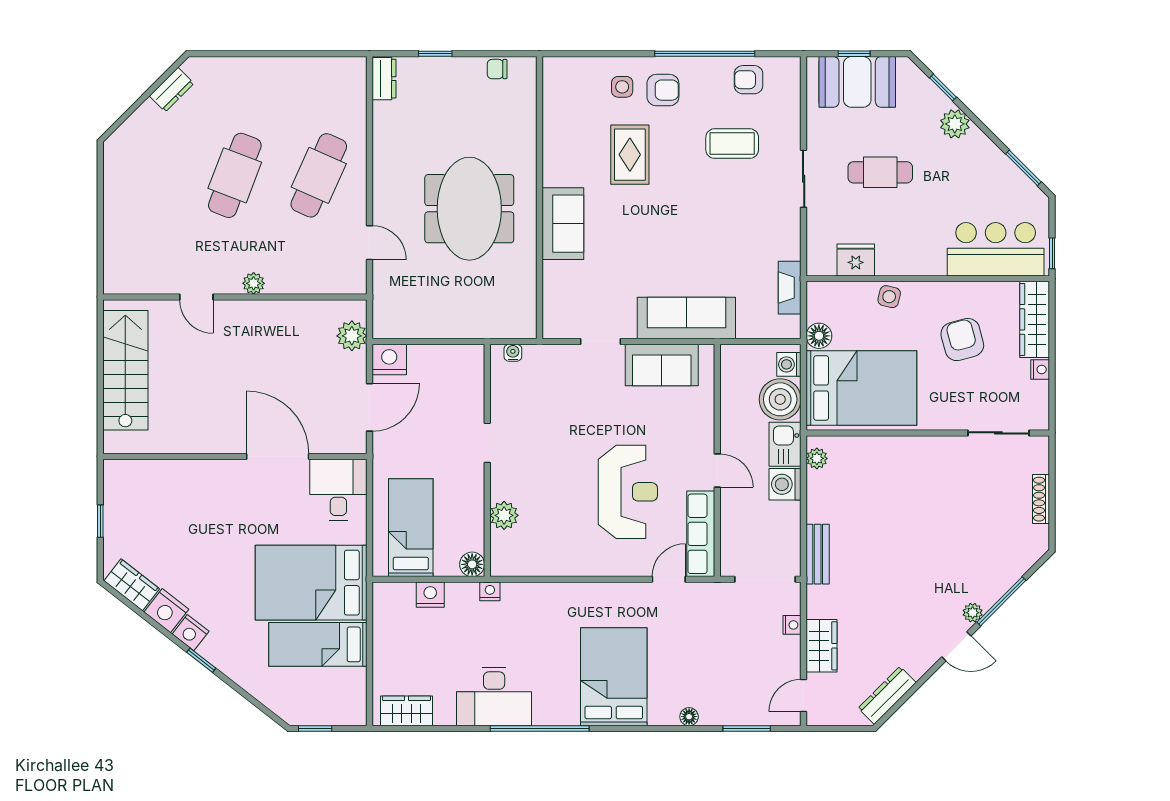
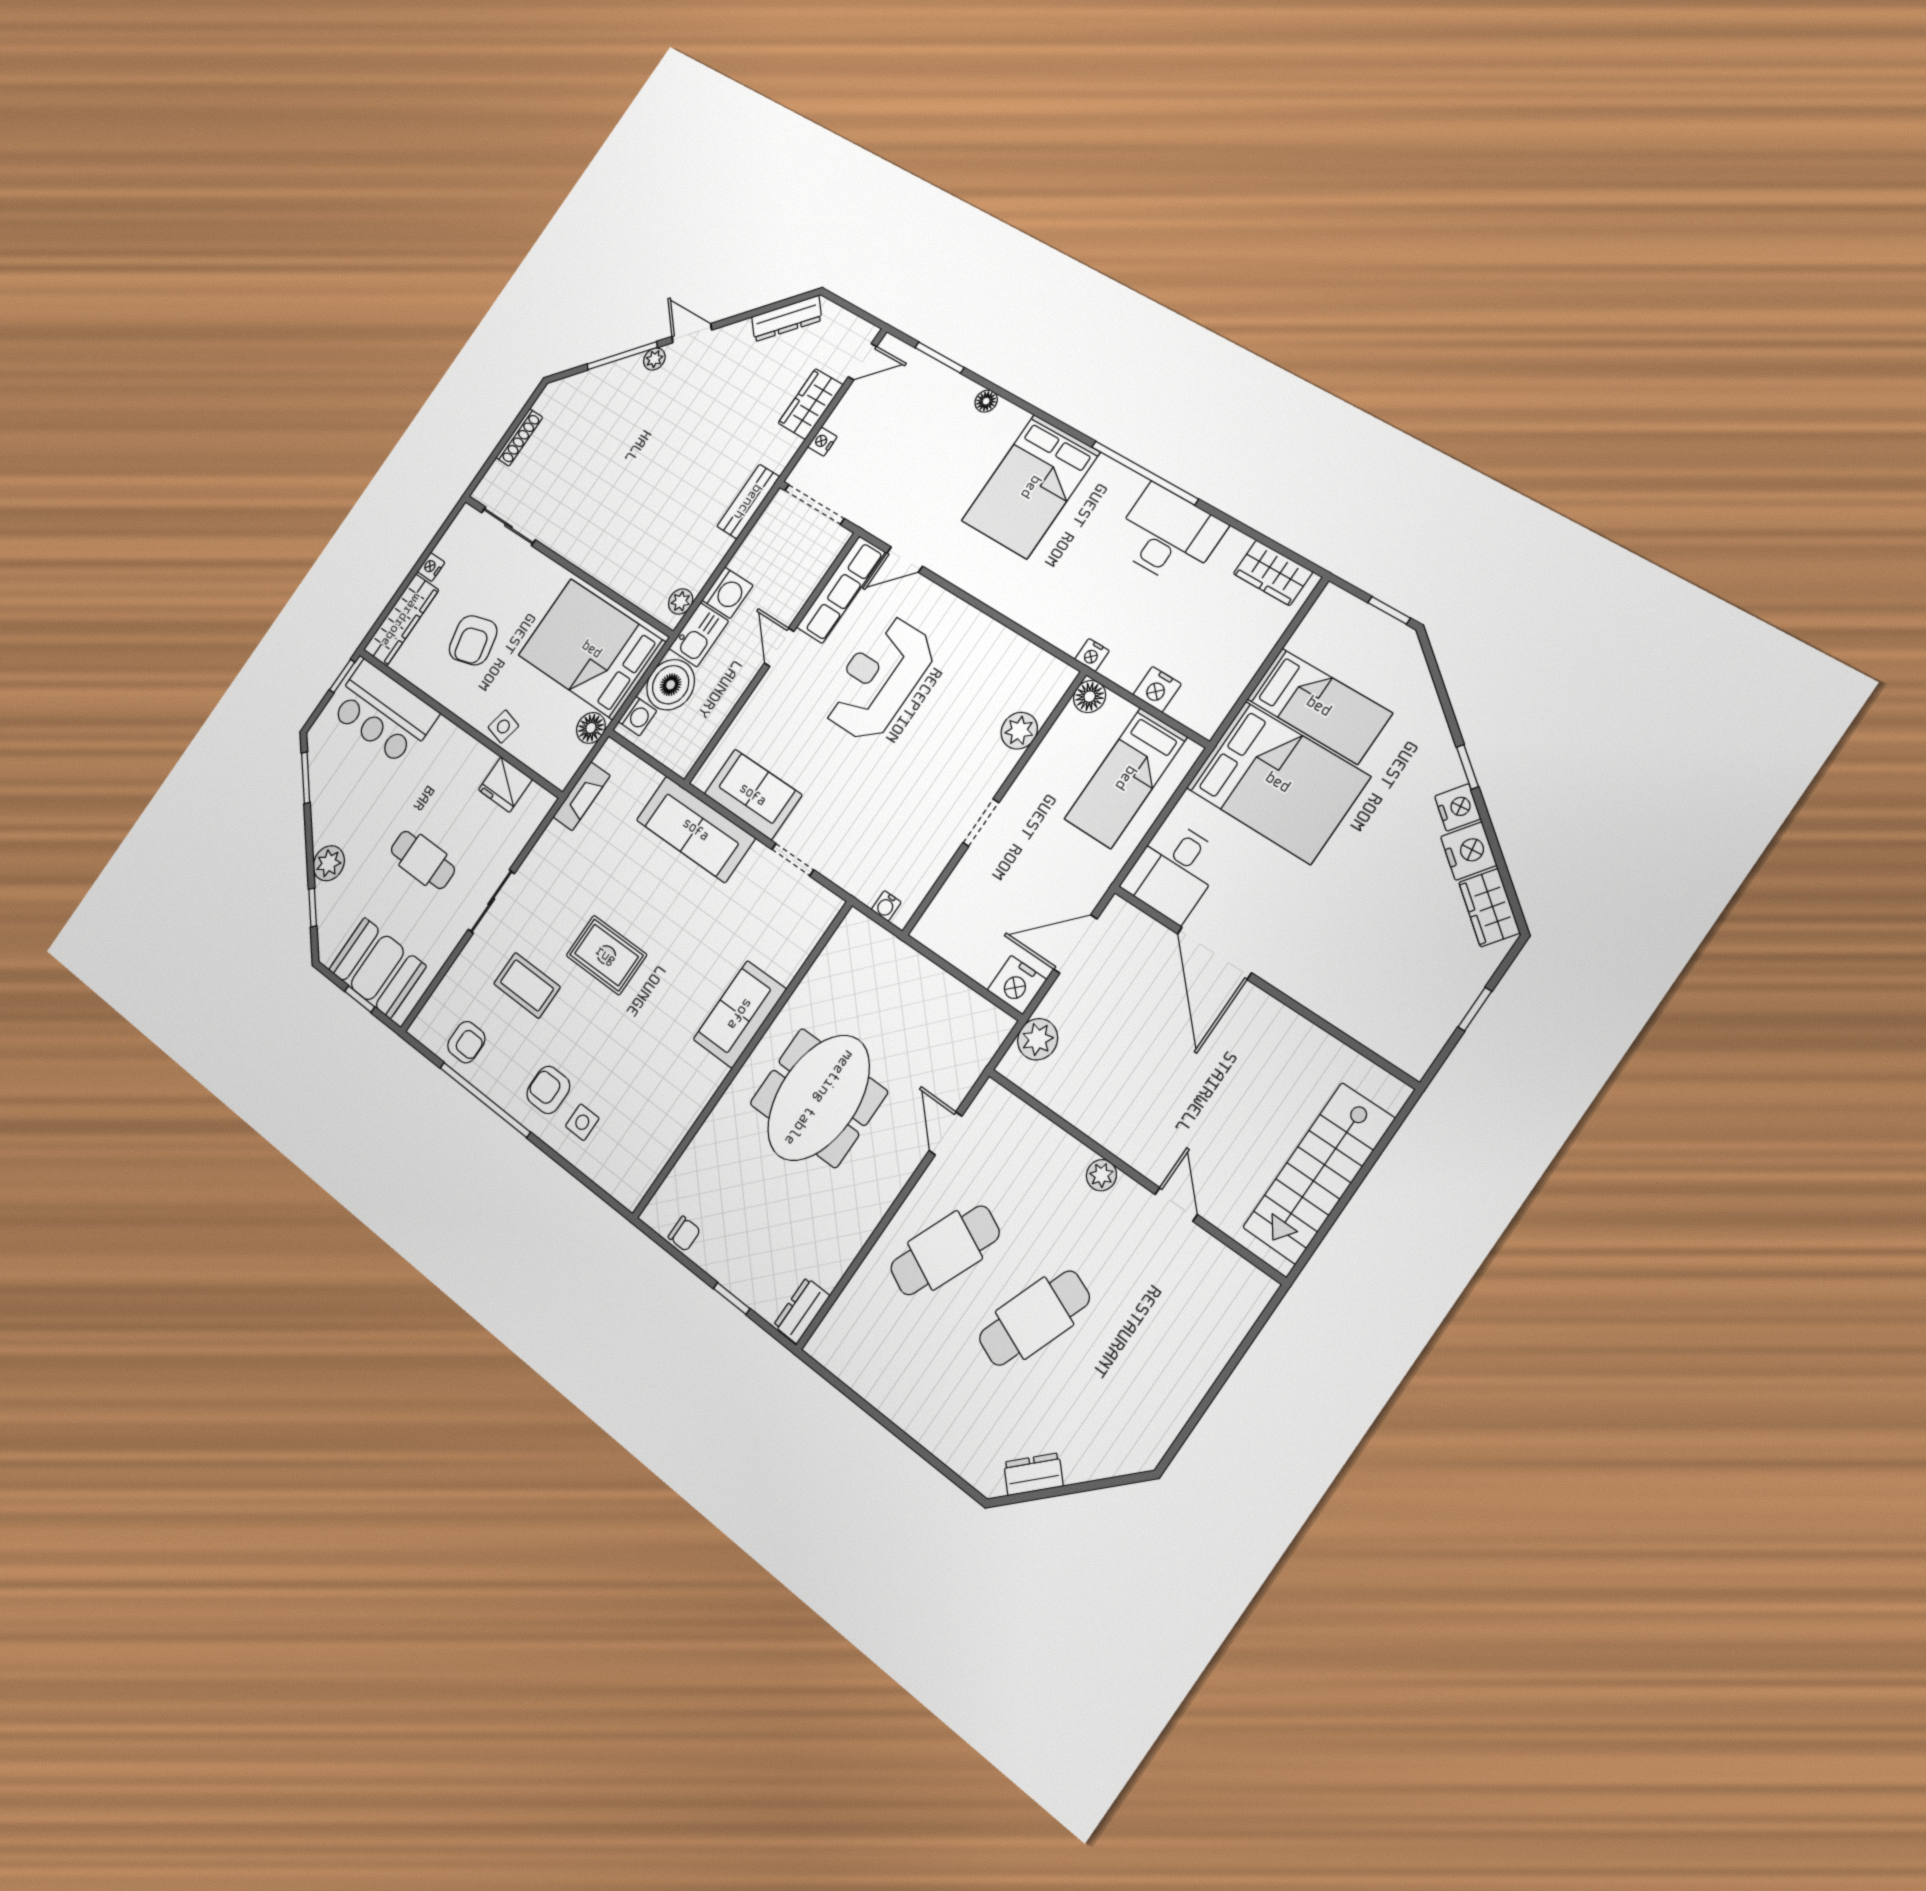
rug: (630, 155) -> (606, 955), moved, turned 90

